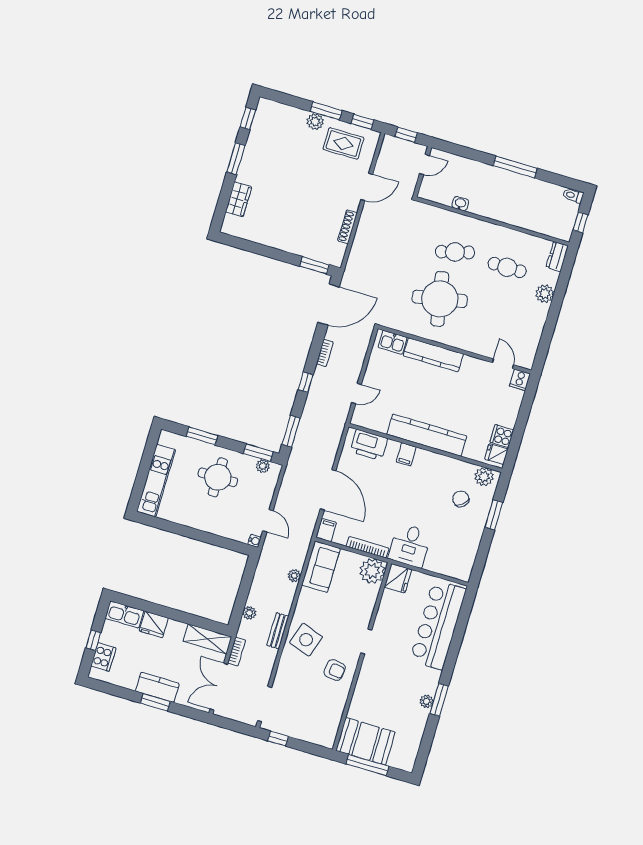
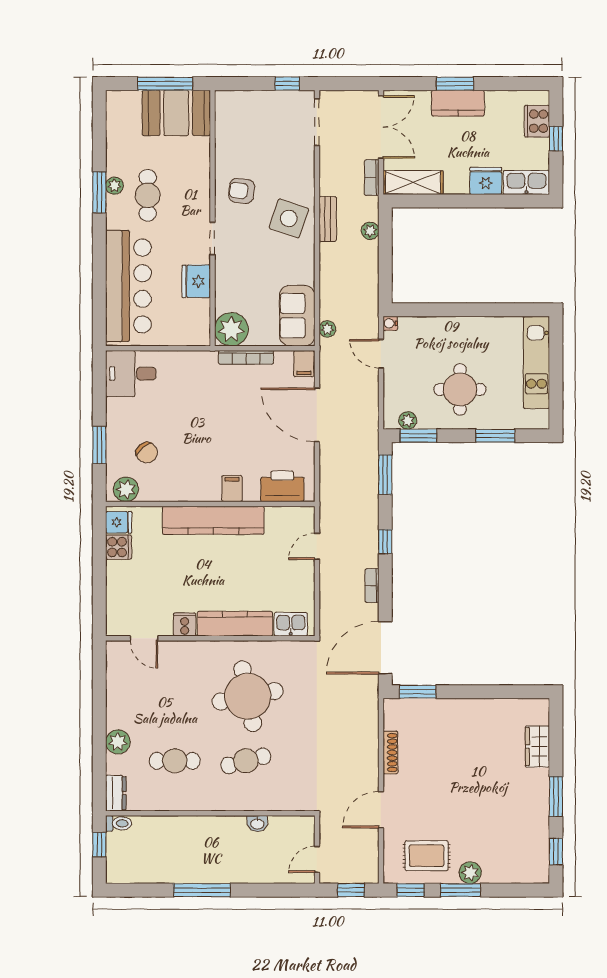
toilet: (573, 195) -> (119, 823), moved
cooker: (520, 380) -> (185, 624), moved
desk: (410, 545) -> (131, 374), moved, turned -90
plant: (294, 576) -> (327, 329), moved
fridge: (398, 578) -> (196, 281), moved
cafe table: (404, 687) -> (148, 195), added

